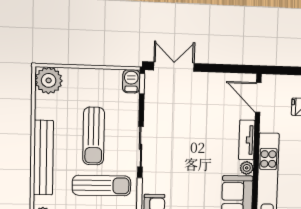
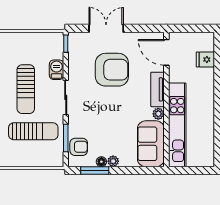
double door: (174, 67) -> (106, 28), moved
barbecue: (131, 81) -> (56, 70), moved
armchair: (195, 116) -> (112, 70), added

